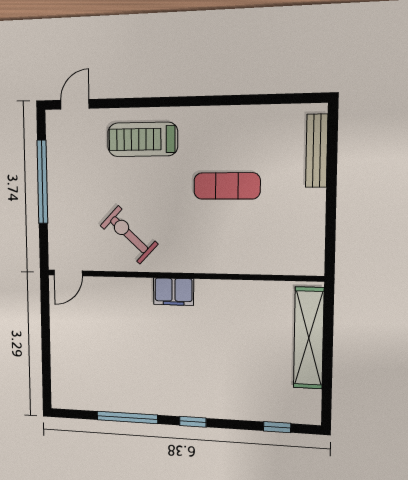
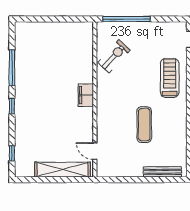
window: (42, 182) -> (126, 19), moved
exercise bike: (129, 235) -> (114, 56), moved
door: (68, 273) -> (95, 151), moved

